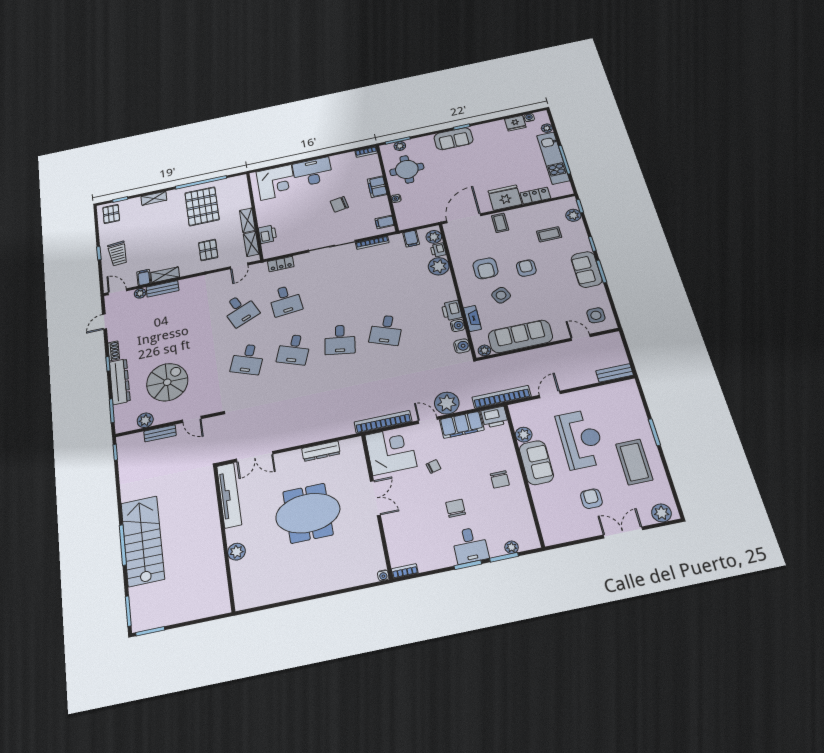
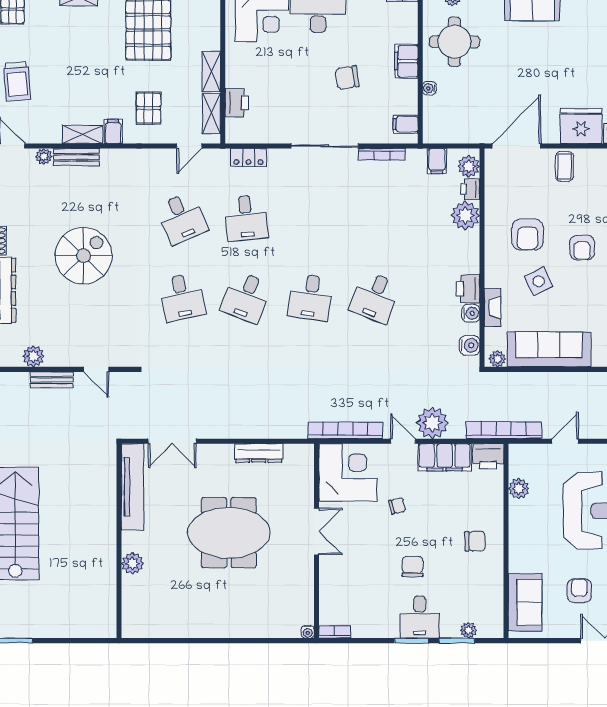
armchair: (526, 268) -> (582, 248), turned 180
filing cabinet: (144, 277) -> (113, 131), moved
desk: (248, 359) -> (182, 297), turned -33
spiral stairs: (167, 382) -> (83, 256), moved
sofa: (536, 463) -> (525, 602), moved
chair: (500, 479) -> (475, 541), turned -90

